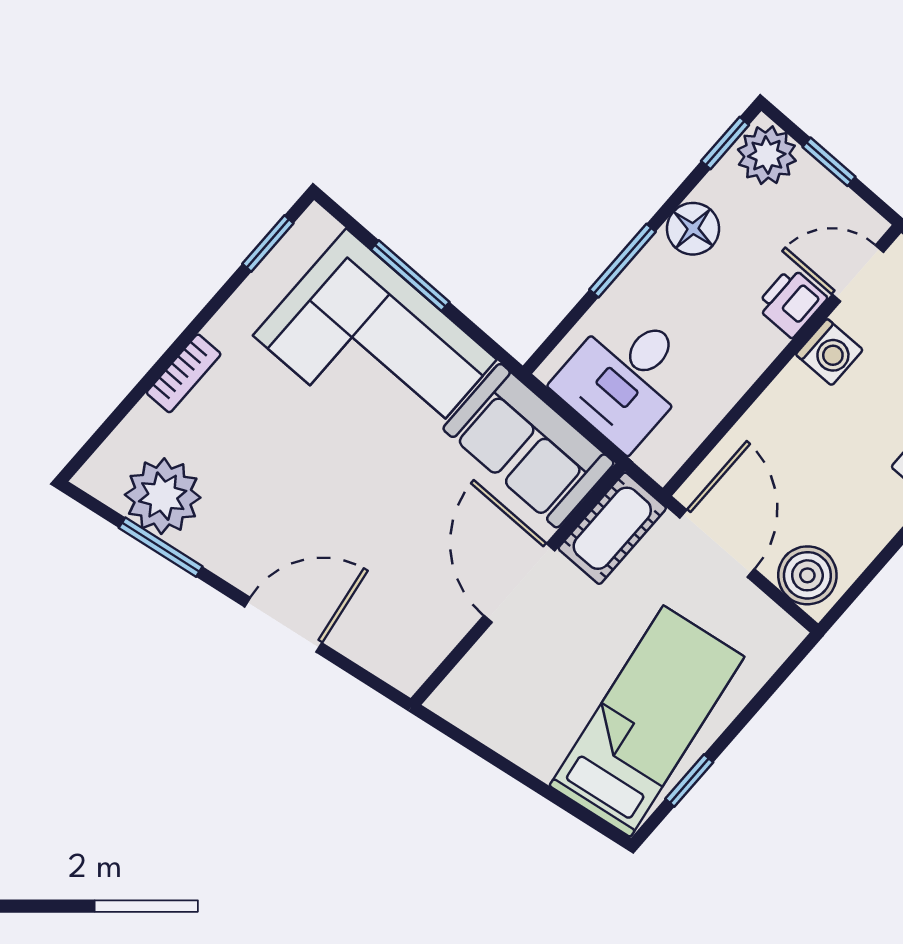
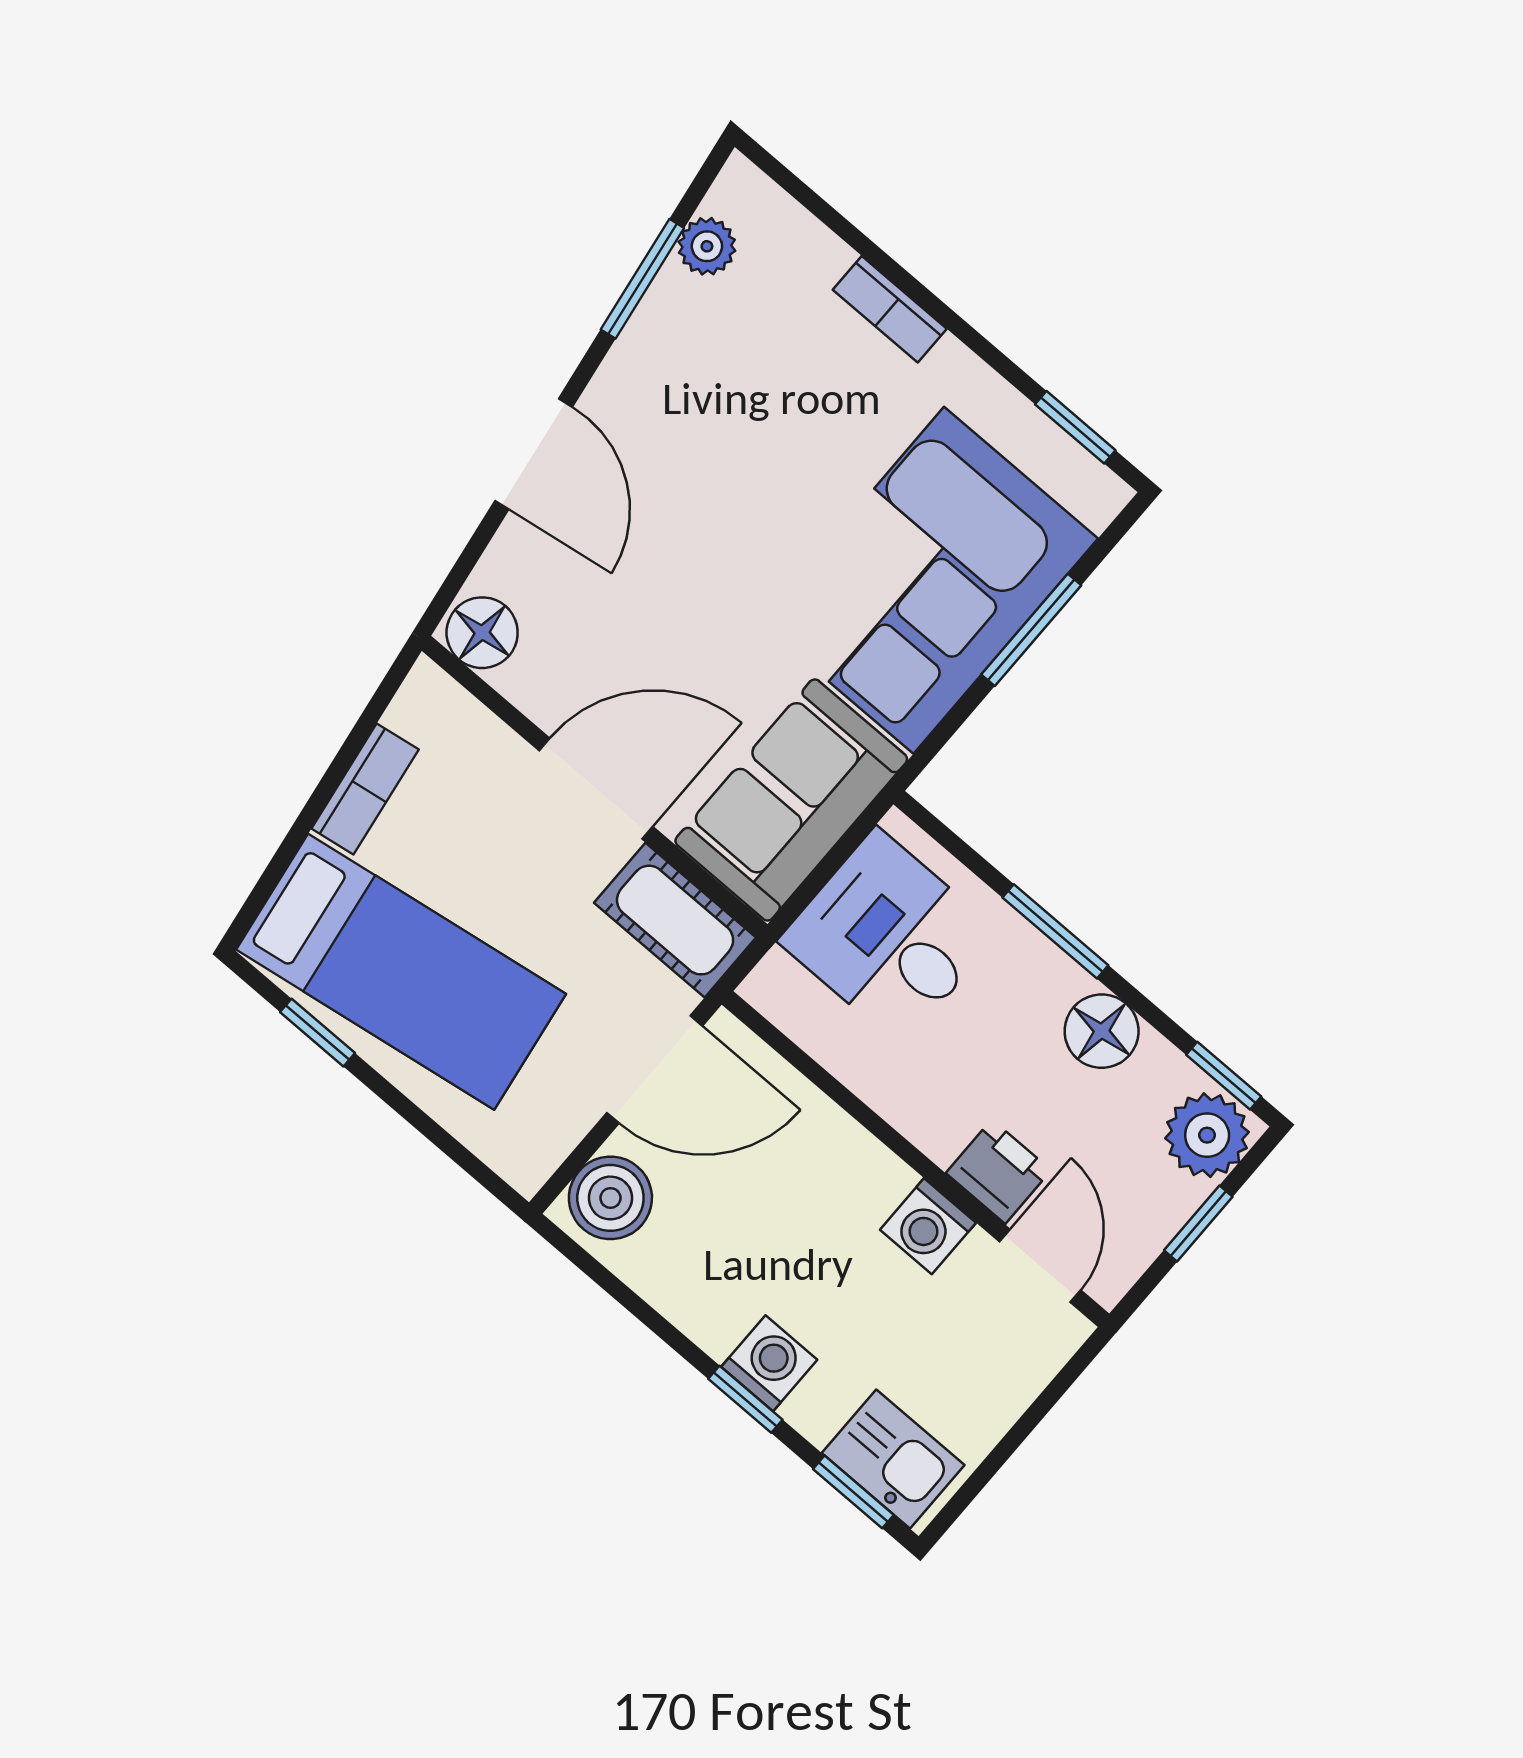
plant: (163, 496) -> (707, 246), width x0.53, depth x0.53
floor lamp: (409, 662) -> (482, 633), added
bookcase: (518, 746) -> (365, 789), added

